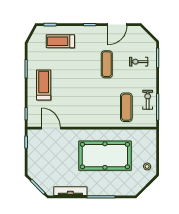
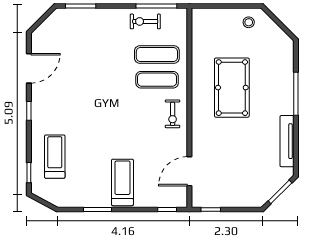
door: (117, 25) -> (29, 68), hinge flipped
treadmill: (60, 41) -> (55, 157), turned 180
exercise bike: (139, 62) -> (173, 114), moved
exercise mat: (107, 64) -> (157, 80), moved
treadmill: (44, 85) -> (122, 182), turned 90
pool table: (105, 156) -> (232, 88), width x0.73, depth x0.76

